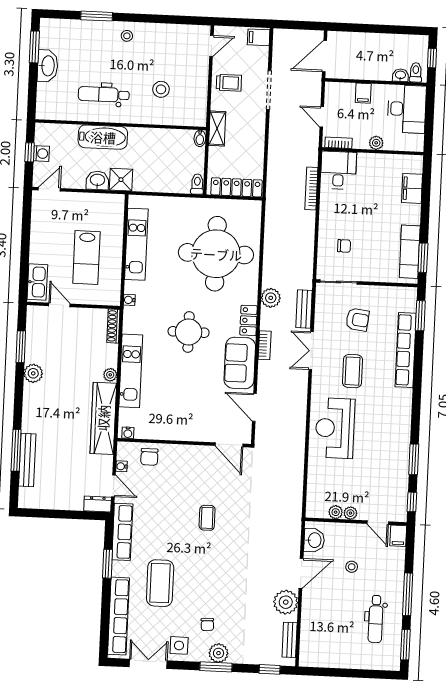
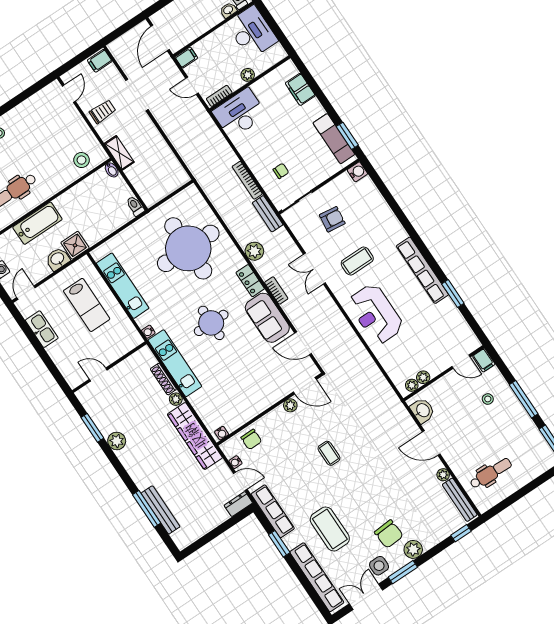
stool: (161, 89) -> (82, 160), moved
filing cabinet: (363, 93) -> (186, 58), moved, turned -90
desk: (338, 170) -> (239, 113), width x1.37
locker: (236, 187) -> (167, 187), removed
bookcase: (311, 189) -> (247, 180), moved
lab bench: (86, 257) -> (87, 305), moved
kitchen sink: (37, 282) -> (42, 329), moved
water cooler: (409, 295) -> (357, 172), added
bench: (304, 309) -> (268, 214), moved
window: (420, 316) -> (378, 181), removed
shoe rack: (113, 326) -> (163, 379), moved
row of seats: (406, 350) -> (422, 270), moved
kitchen unit: (131, 371) -> (175, 363), moved
coffee table: (352, 371) -> (357, 261), turned 90
plant: (204, 452) -> (290, 405), added
window: (412, 502) -> (475, 327), removed
plant: (350, 513) -> (412, 385), moved
stool: (352, 567) -> (488, 399), moved
door: (301, 573) -> (431, 443), swing flipped
plant: (286, 602) -> (443, 475), width x0.53, depth x0.53
dental chair: (376, 619) -> (491, 473), moved, turned -88
chair: (207, 624) -> (389, 534), width x1.87, depth x1.87
bench: (290, 640) -> (460, 500), width x1.36
window: (216, 667) -> (403, 572), moved

